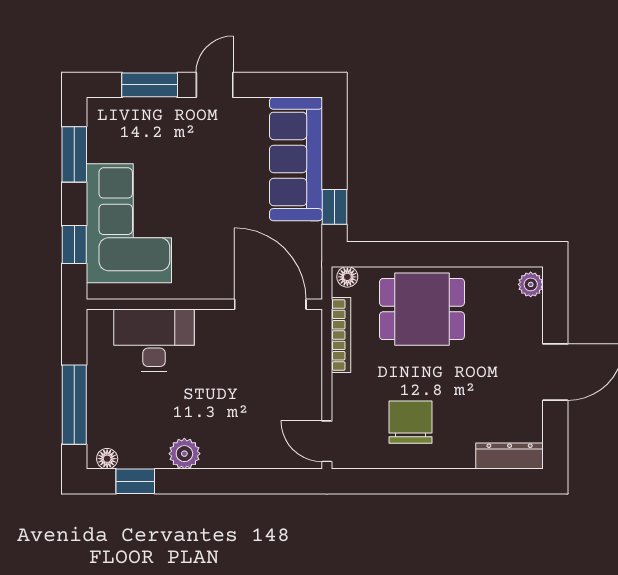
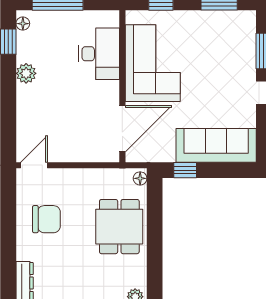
corner sofa: (129, 223) -> (153, 63), moved, turned -90
bookcase: (341, 335) -> (103, 174), removed

